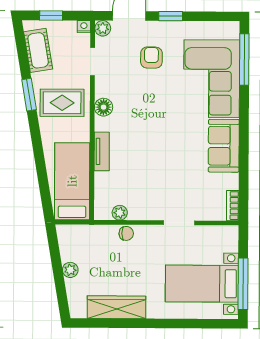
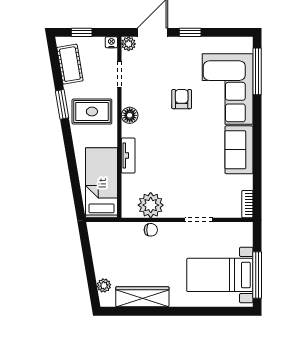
armchair: (151, 58) -> (182, 99), moved
plant: (120, 213) -> (151, 205), width x1.88, depth x1.88
plant: (70, 270) -> (104, 286), moved

